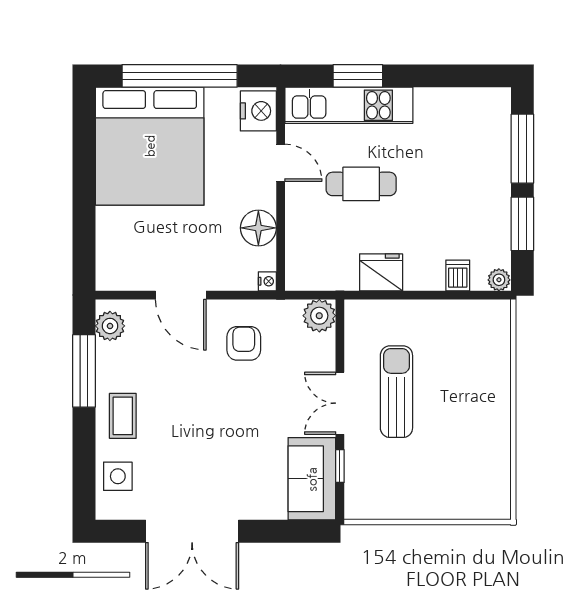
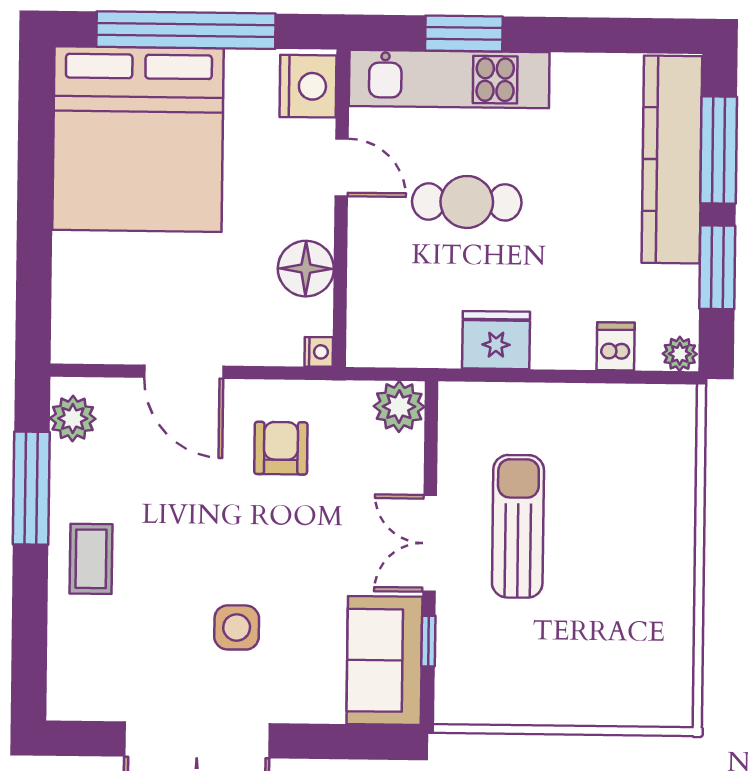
kitchen counter: (492, 155) -> (672, 159), added
side table: (118, 476) -> (237, 627), moved

